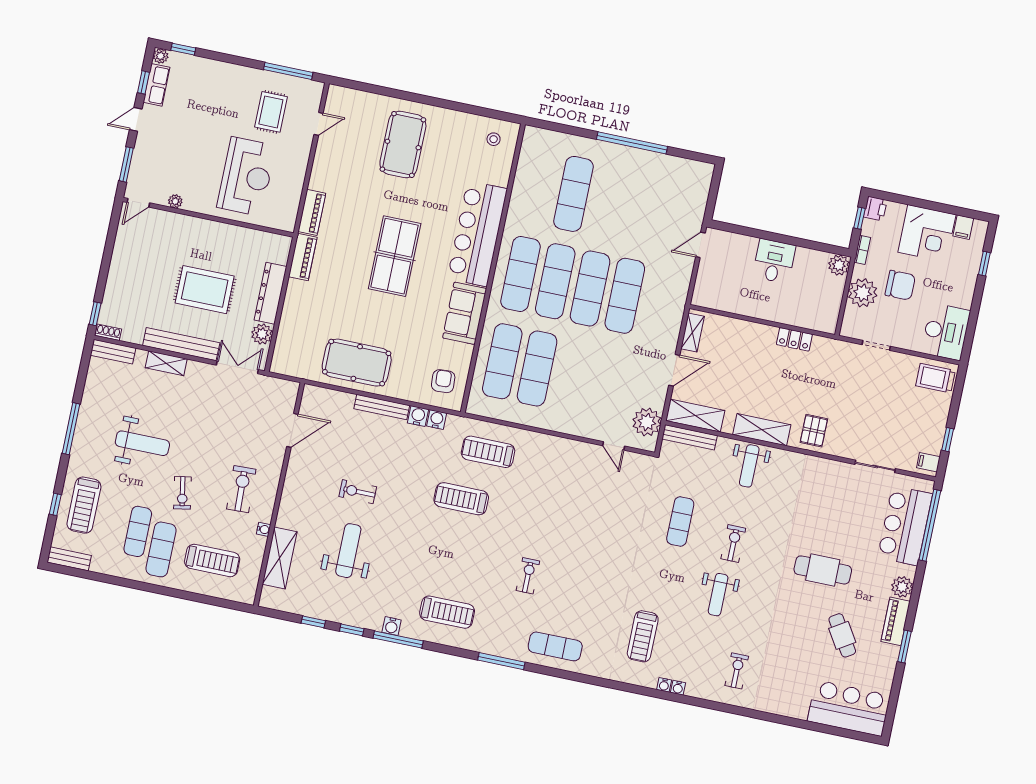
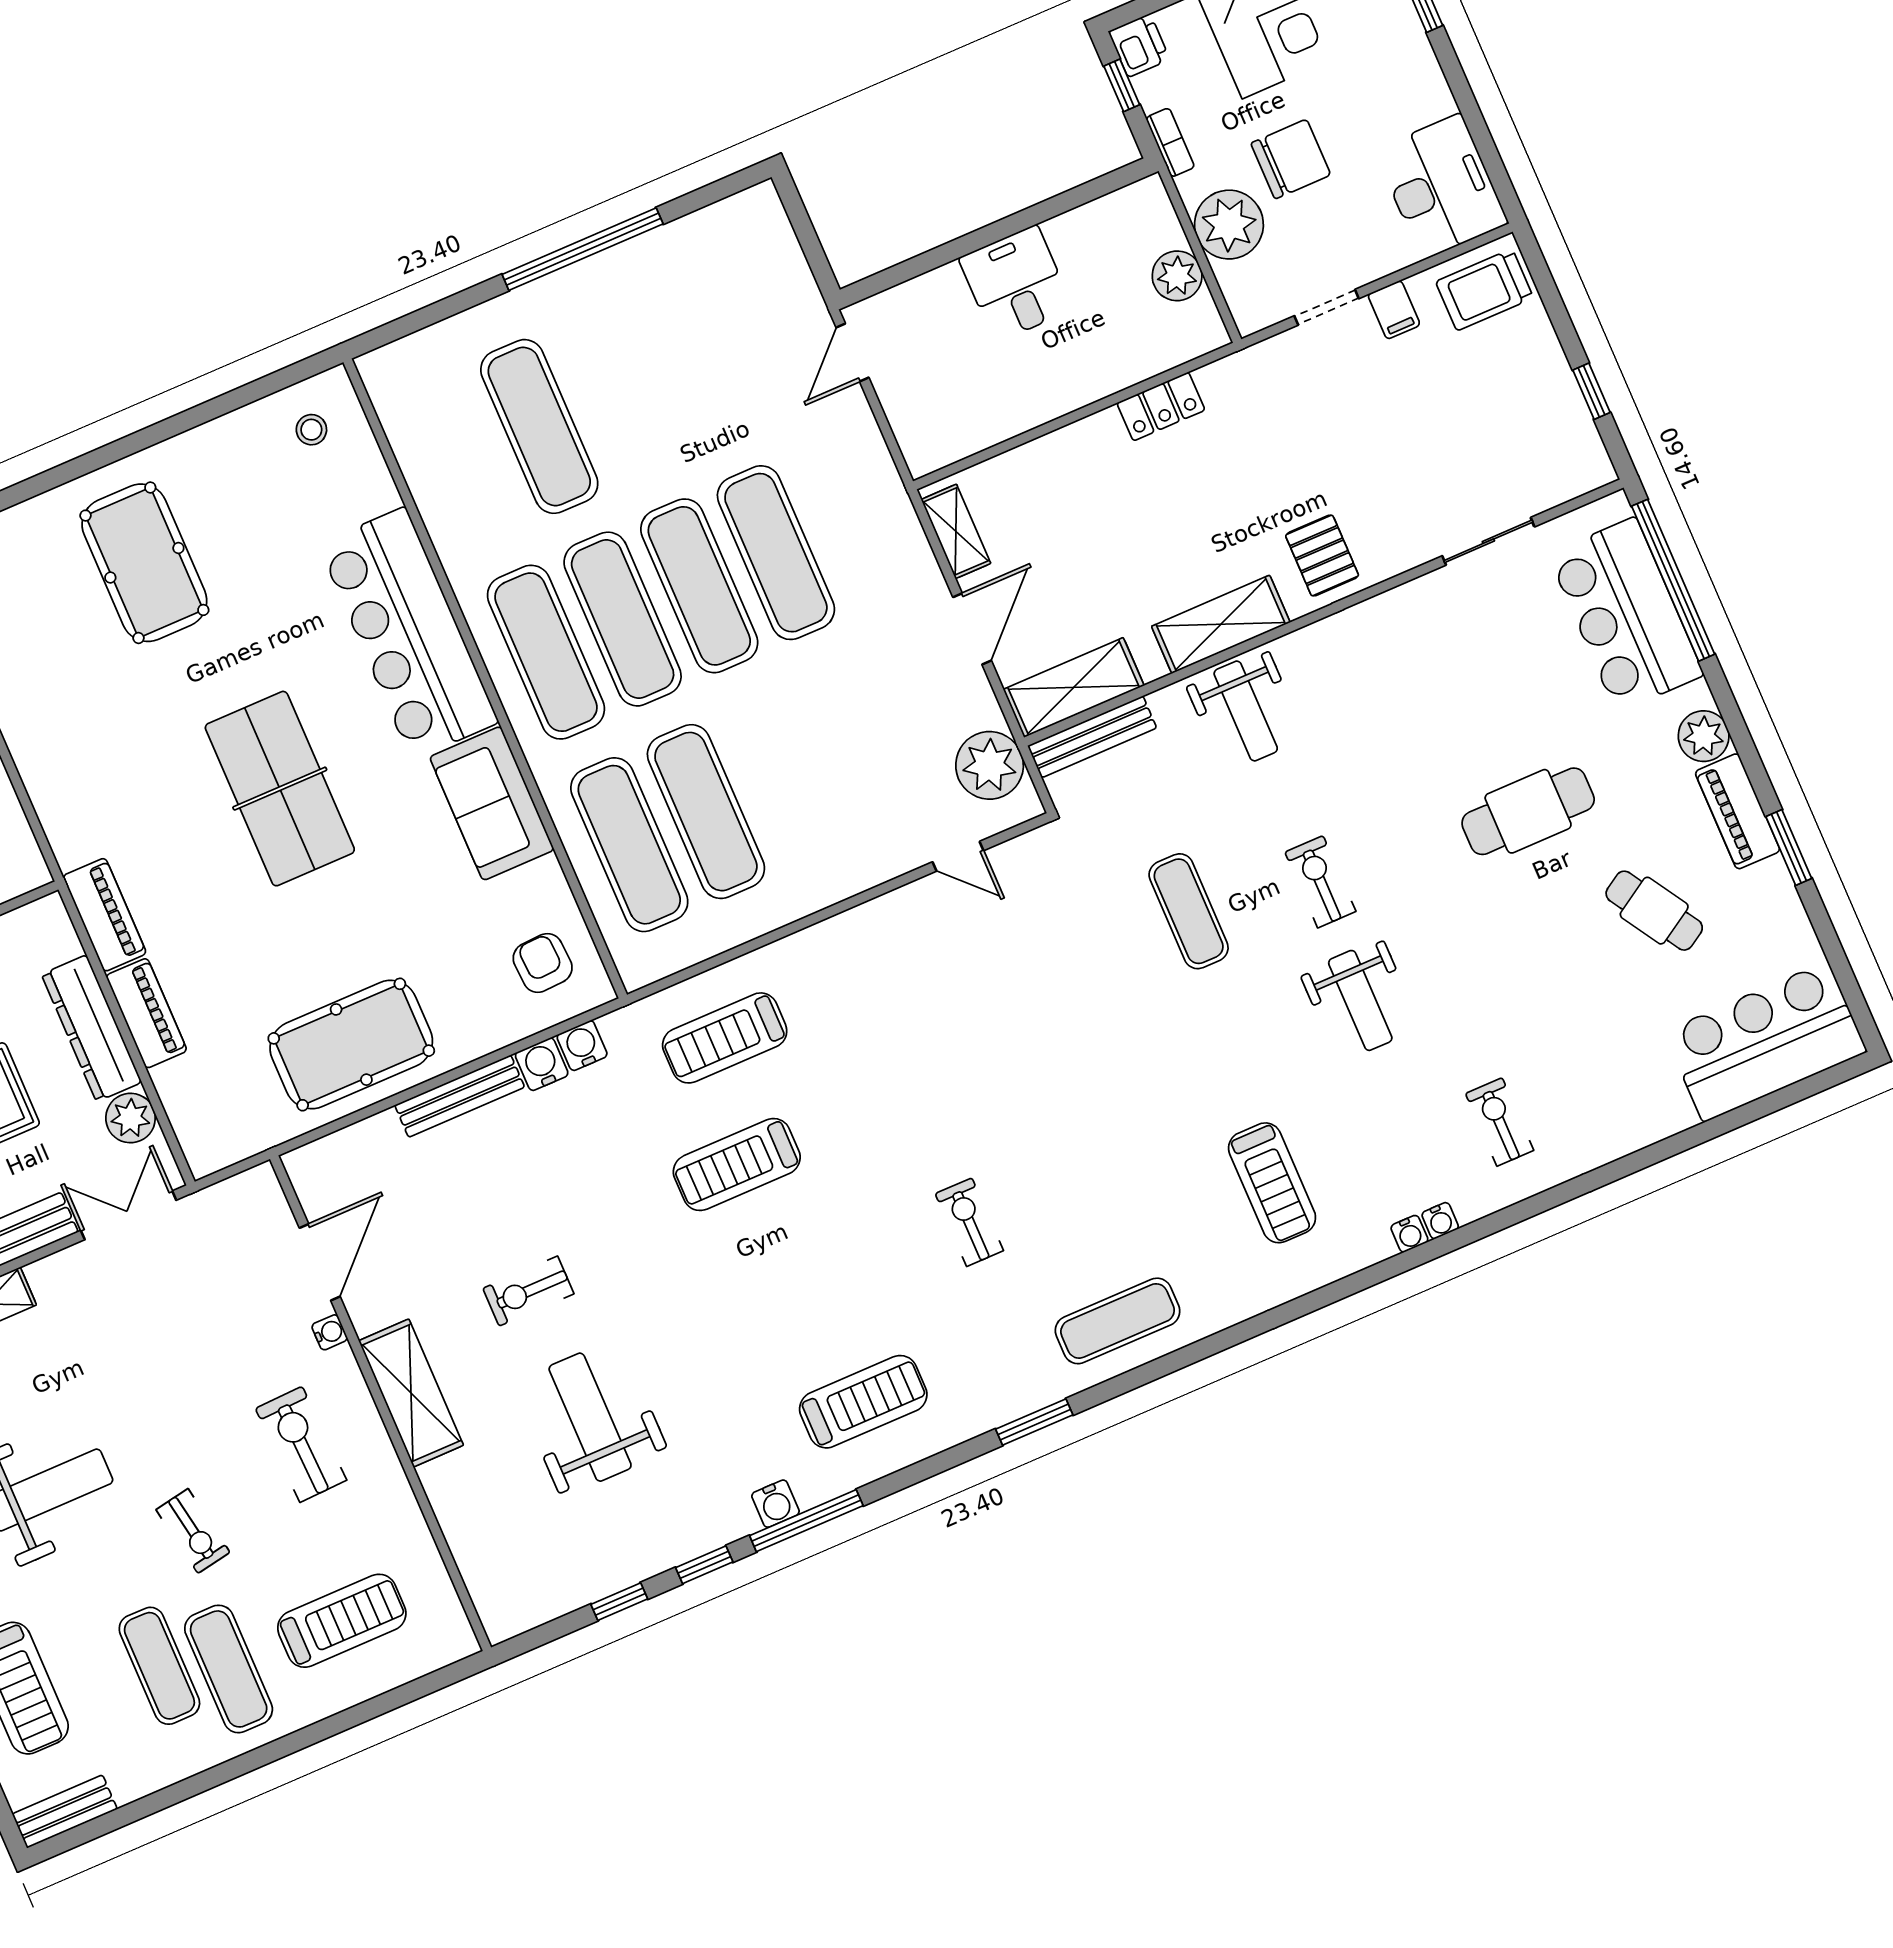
piano: (312, 212) -> (146, 1013), moved
plant: (839, 265) -> (1177, 276), moved
filing cabinet: (928, 462) -> (1394, 310), moved, turned -90
water cooler: (264, 529) -> (330, 1332), moved
shelving: (280, 558) -> (411, 1393), moved
window: (501, 661) -> (1034, 1422), width x0.69
water cooler: (664, 685) -> (1440, 1221), moved

